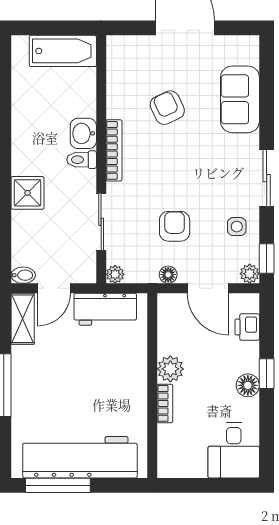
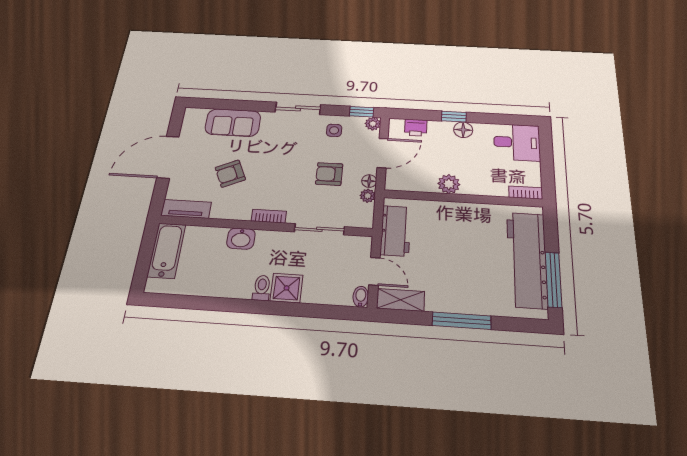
tv unit: (117, 63) -> (186, 209), added
bookcase: (114, 150) -> (269, 216), width x0.64
toilet: (82, 160) -> (262, 288), moved, turned 180
plant: (115, 274) -> (368, 196), moved
bookcase: (165, 403) -> (526, 193), moved

